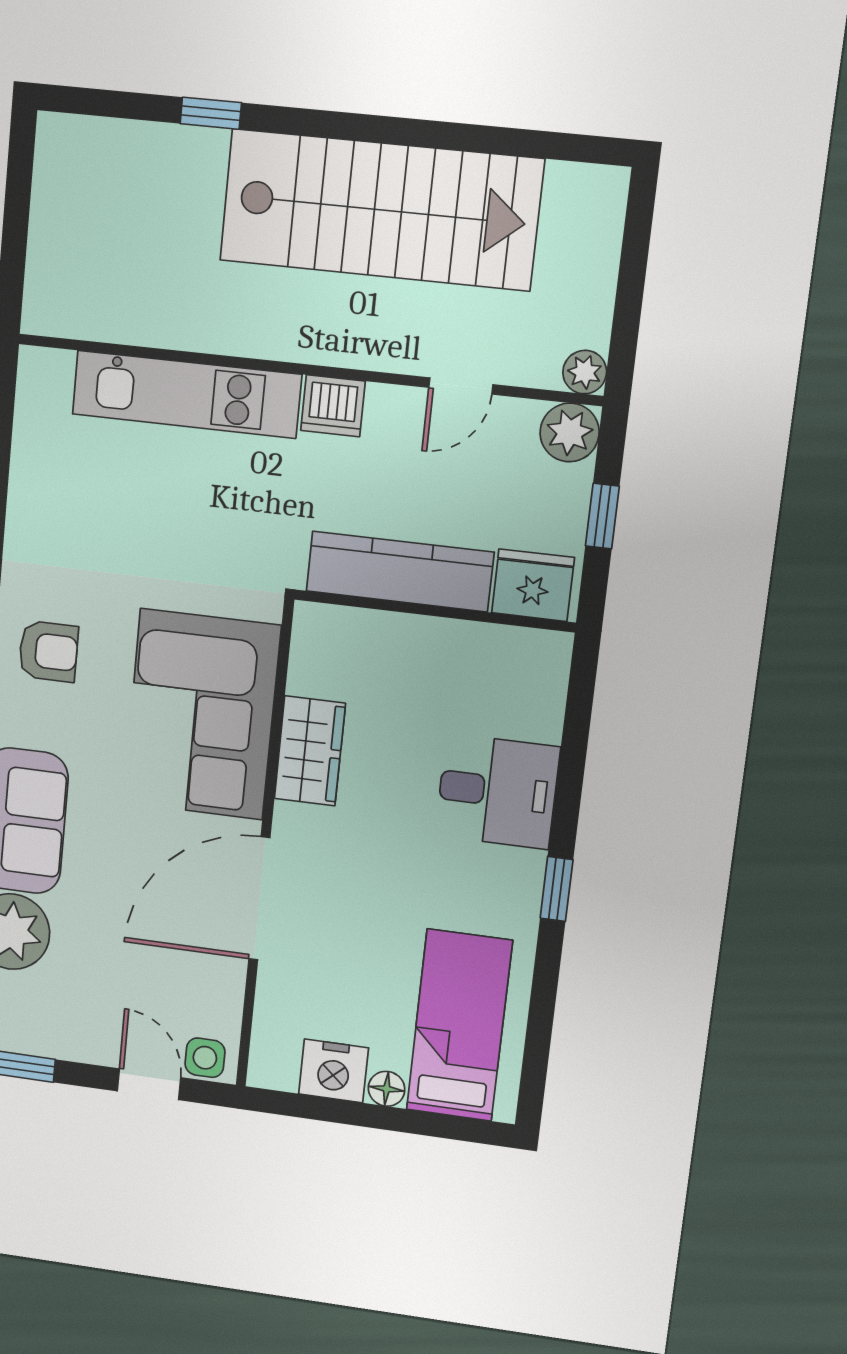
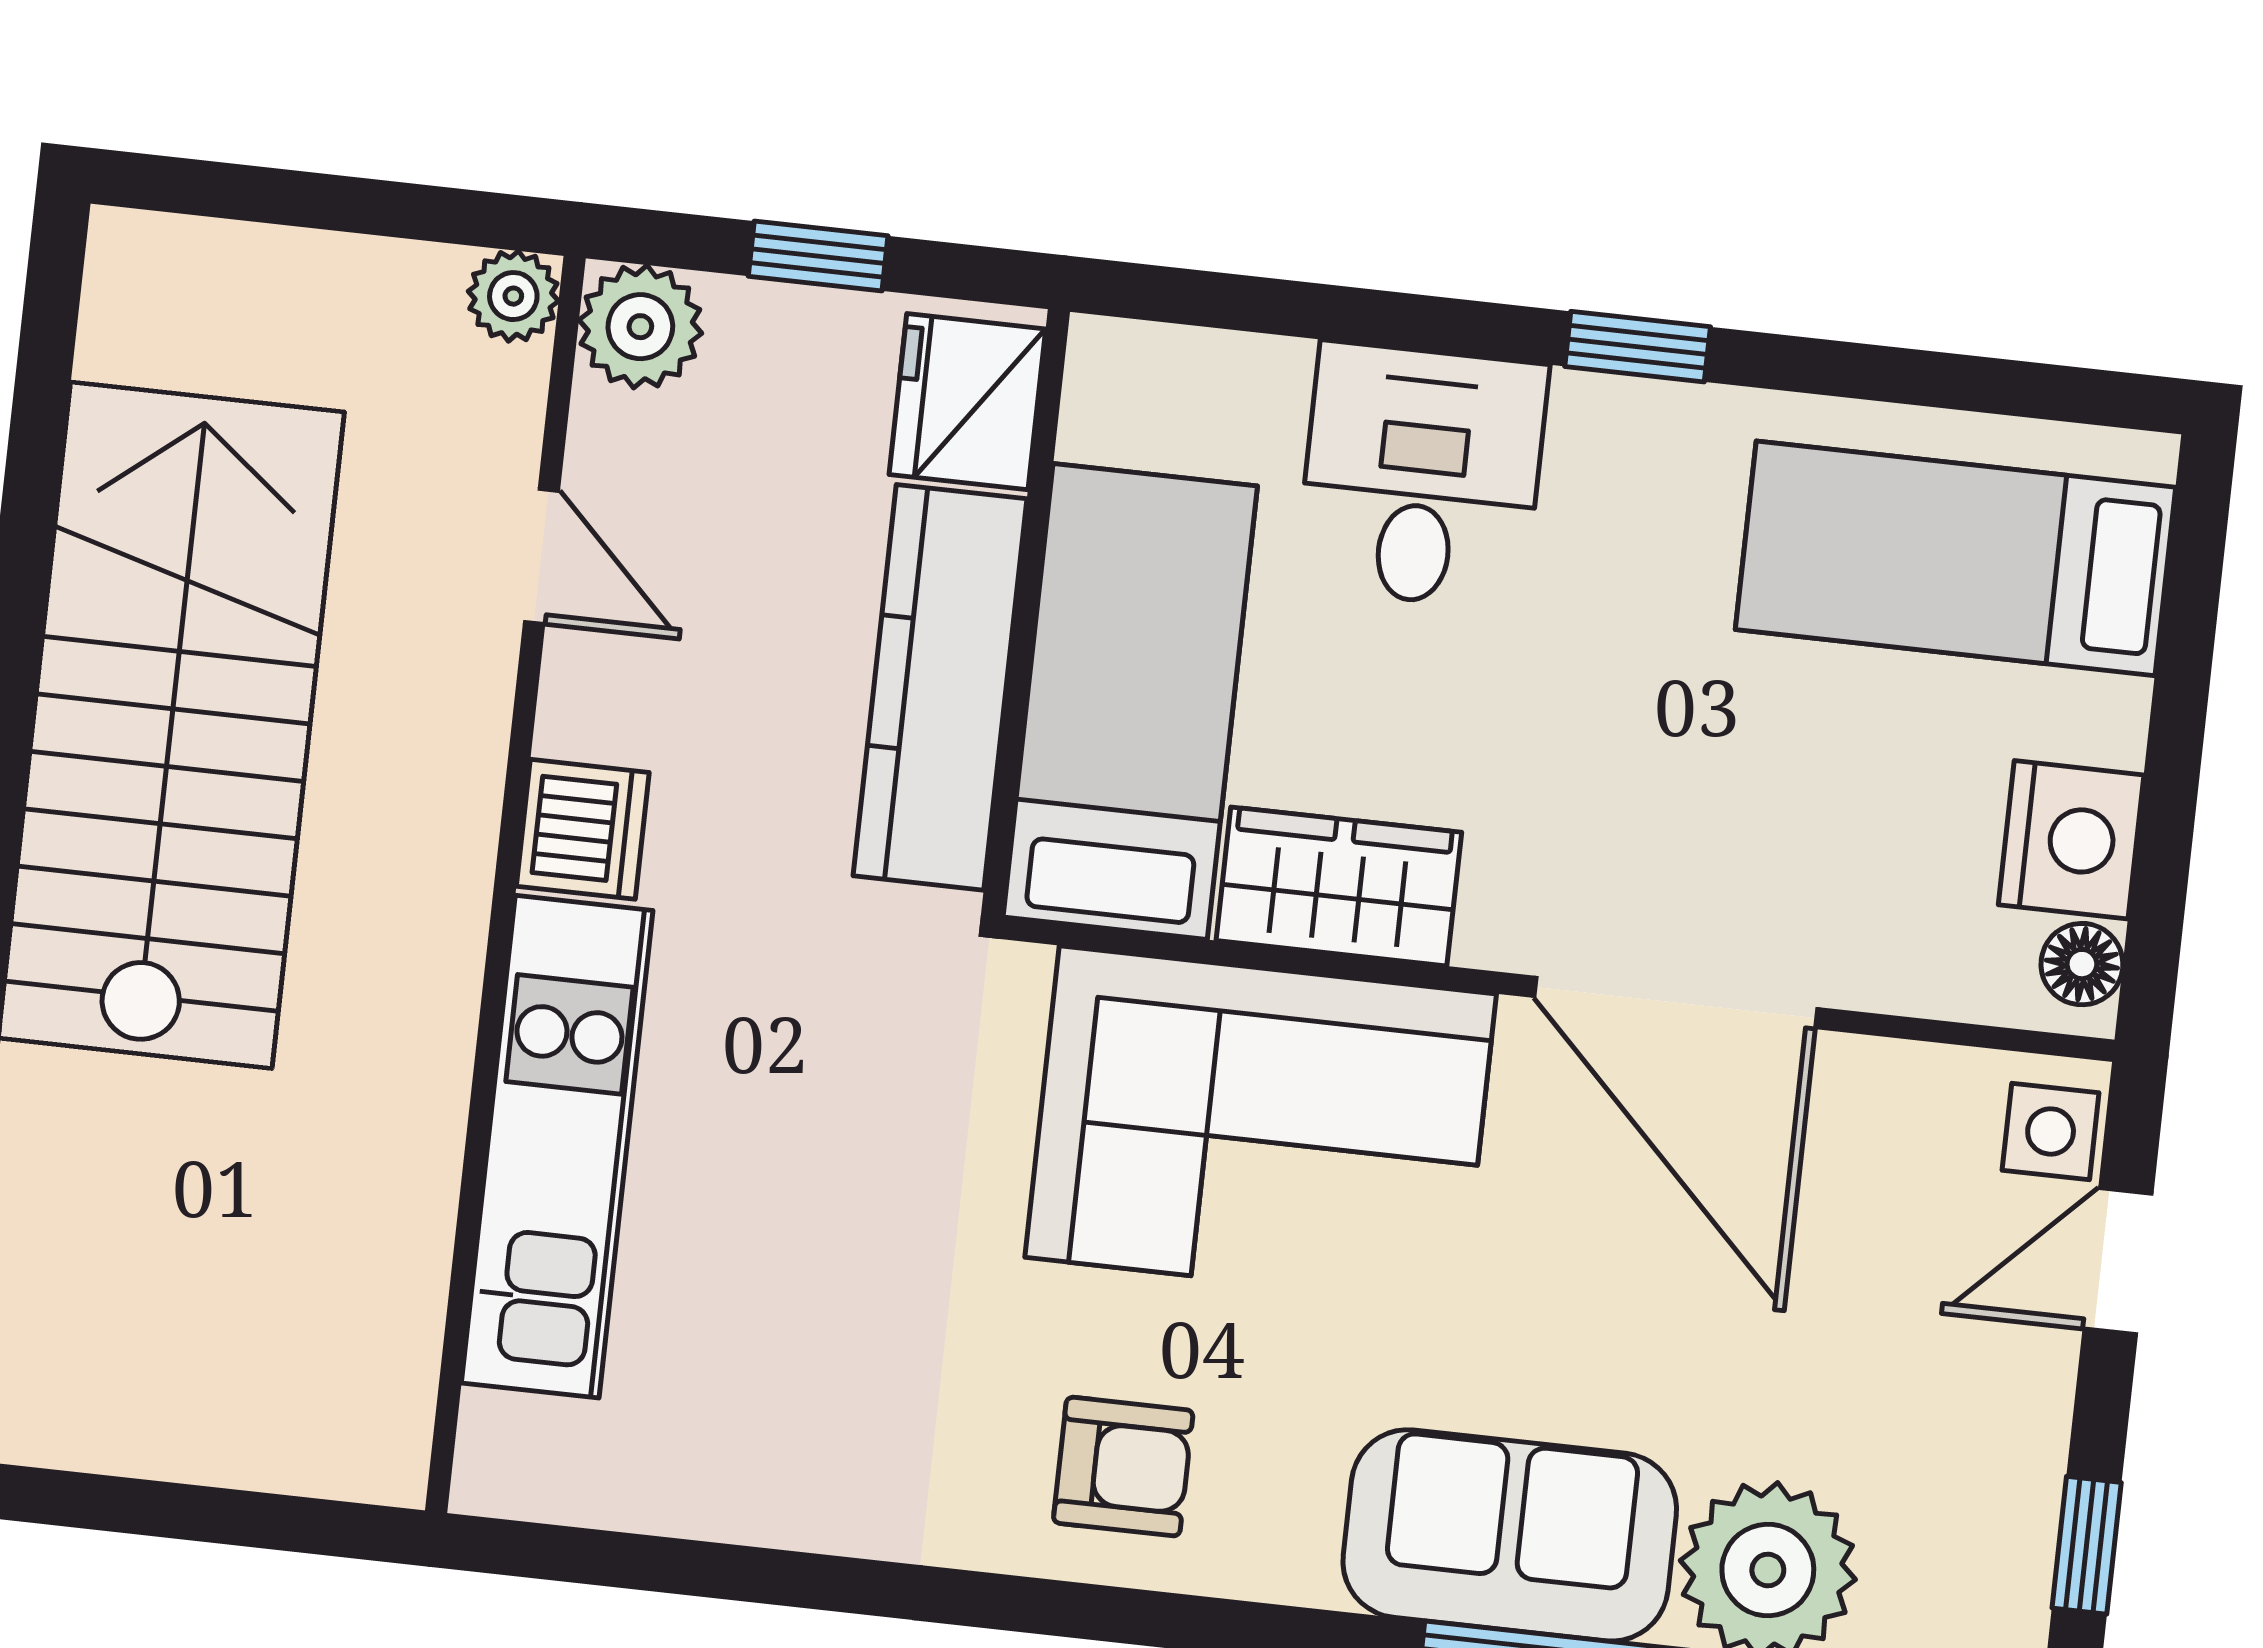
armchair: (48, 651) -> (1123, 1467), turned 90
bed: (394, 658) -> (1130, 701), added
floor lamp: (387, 1089) -> (2082, 964), moved

